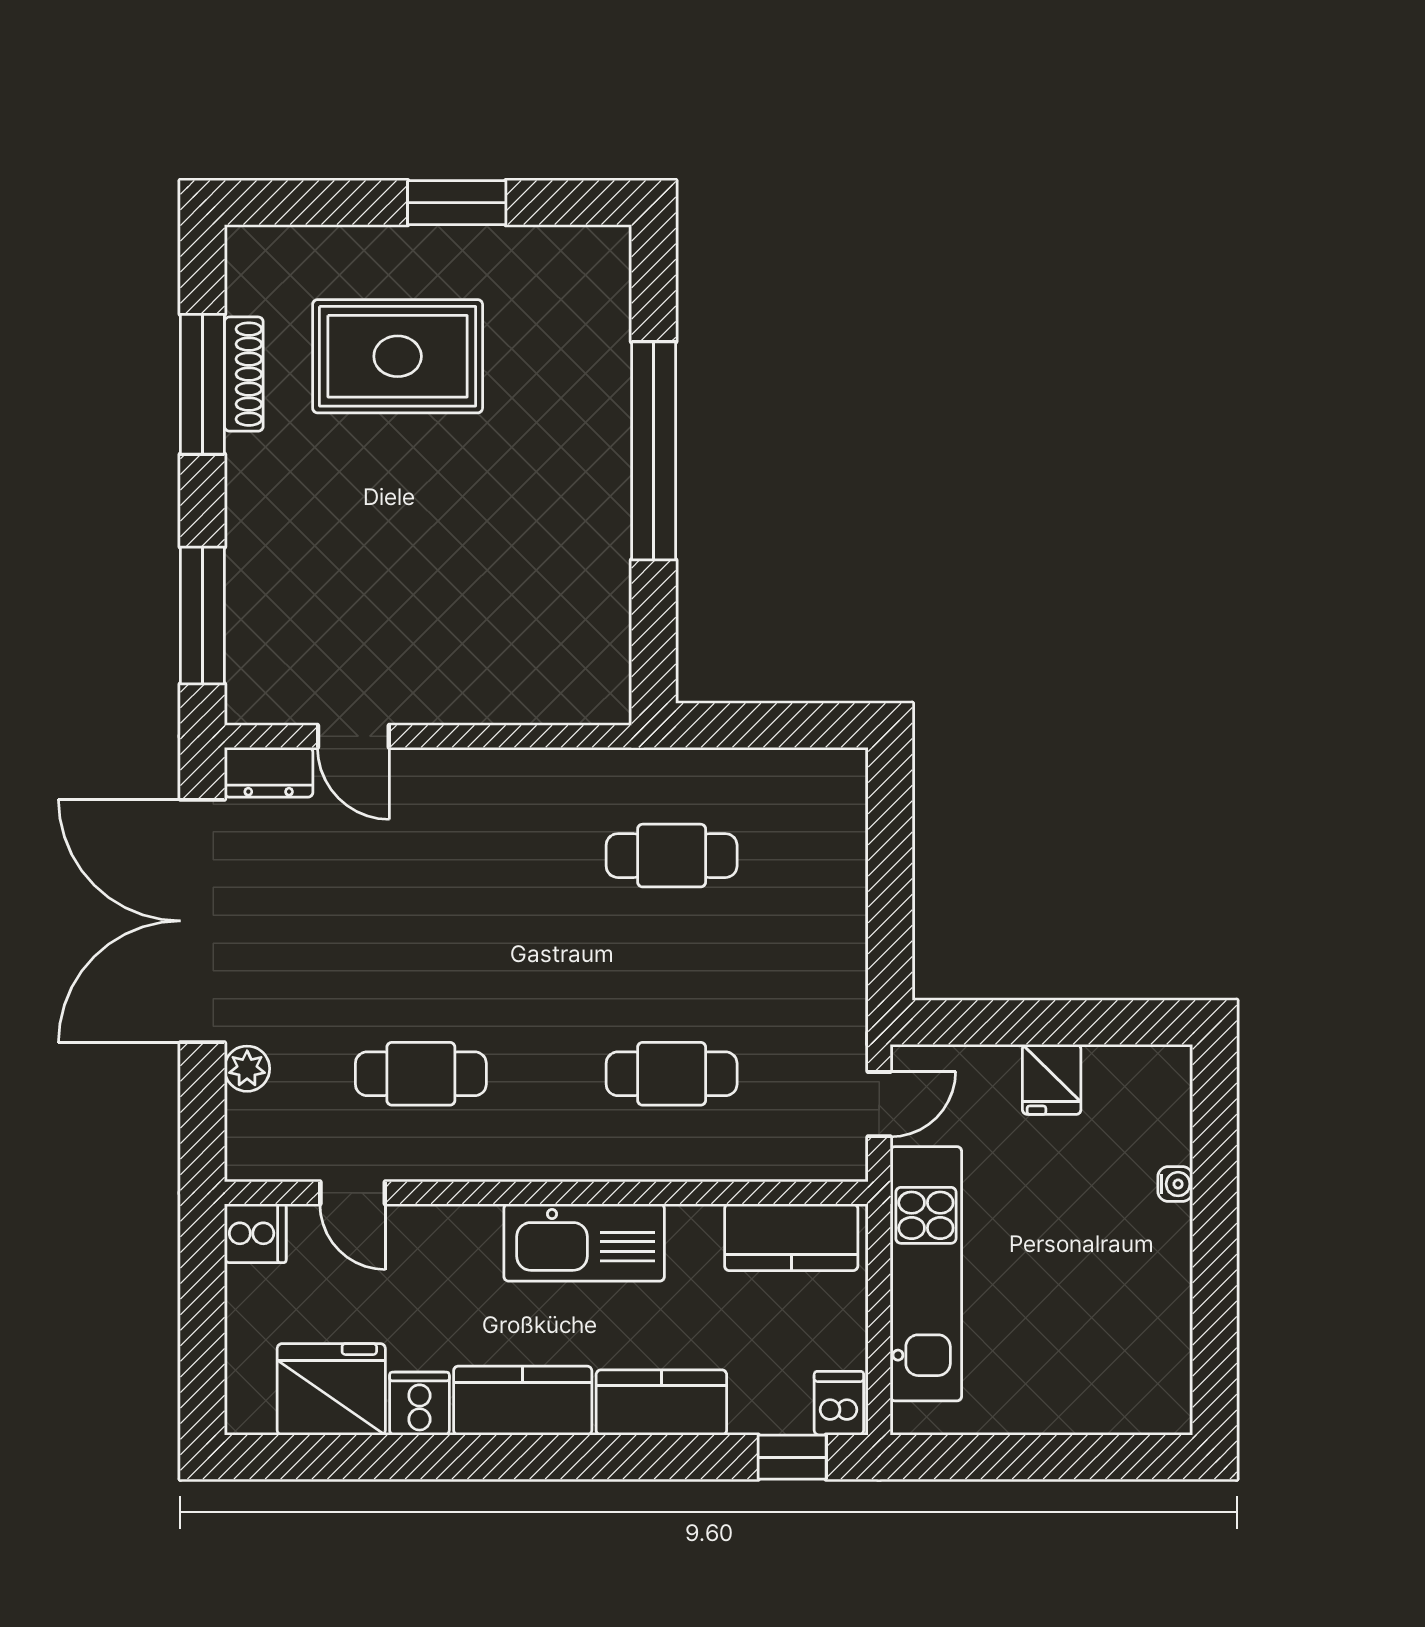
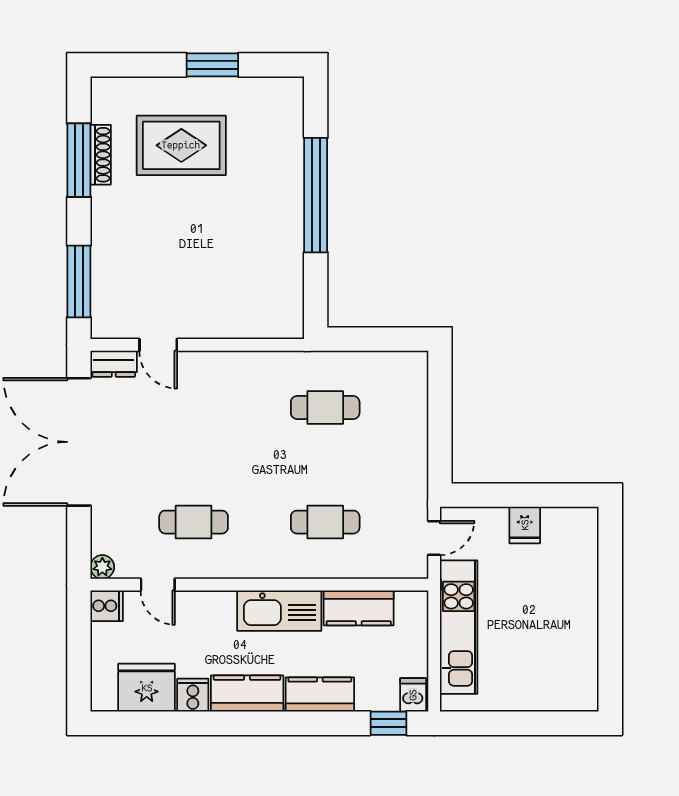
plant: (247, 1069) -> (102, 567), moved
water cooler: (1175, 1184) -> (590, 580), removed
kitchen counter: (791, 1237) -> (359, 608), moved

